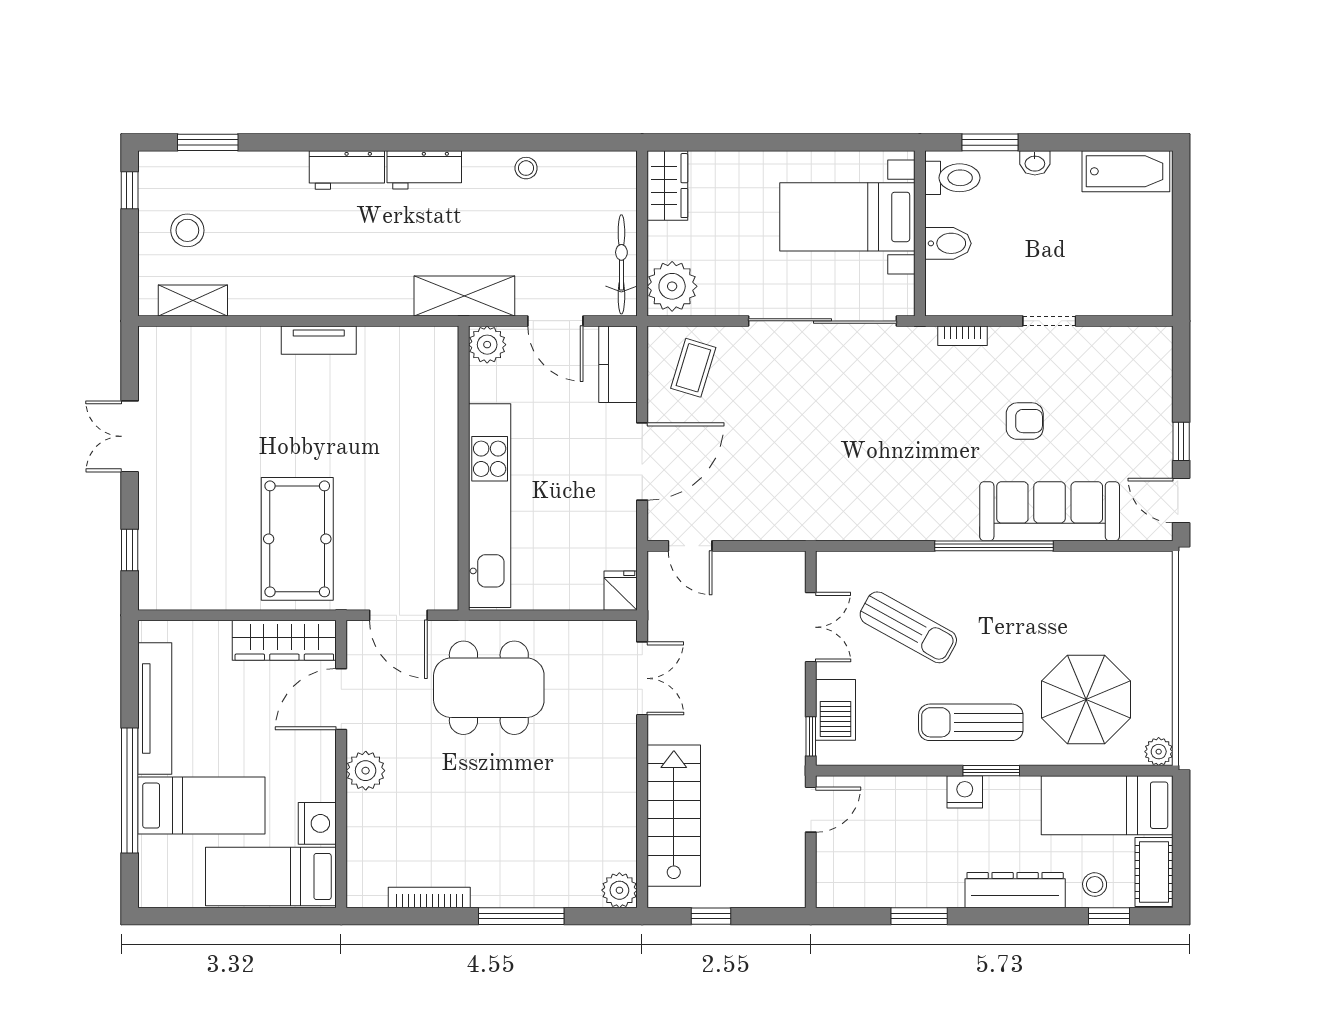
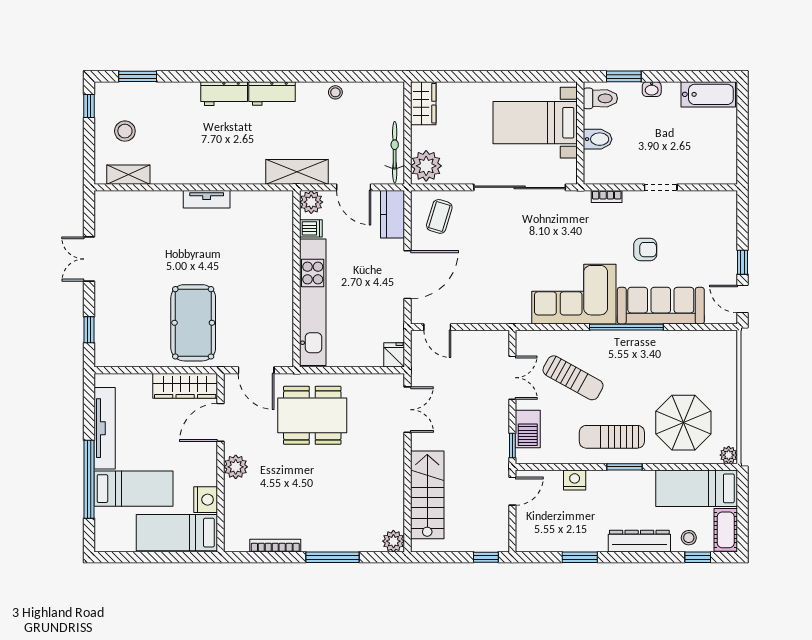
dishwasher: (487, 387) -> (311, 228), added
corner sofa: (910, 493) -> (574, 294), added
nightstand: (965, 792) -> (575, 480), moved
window: (711, 916) -> (486, 557), moved

